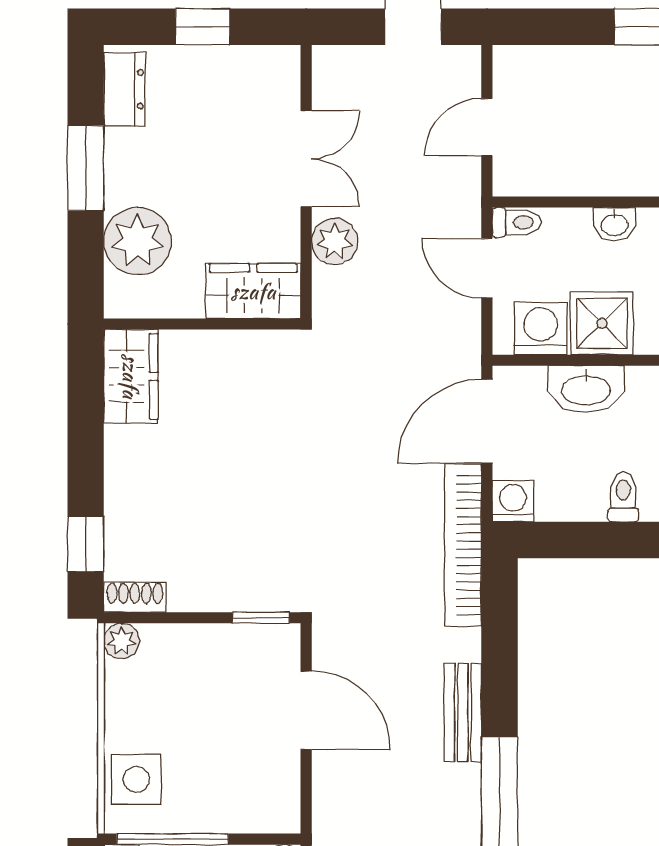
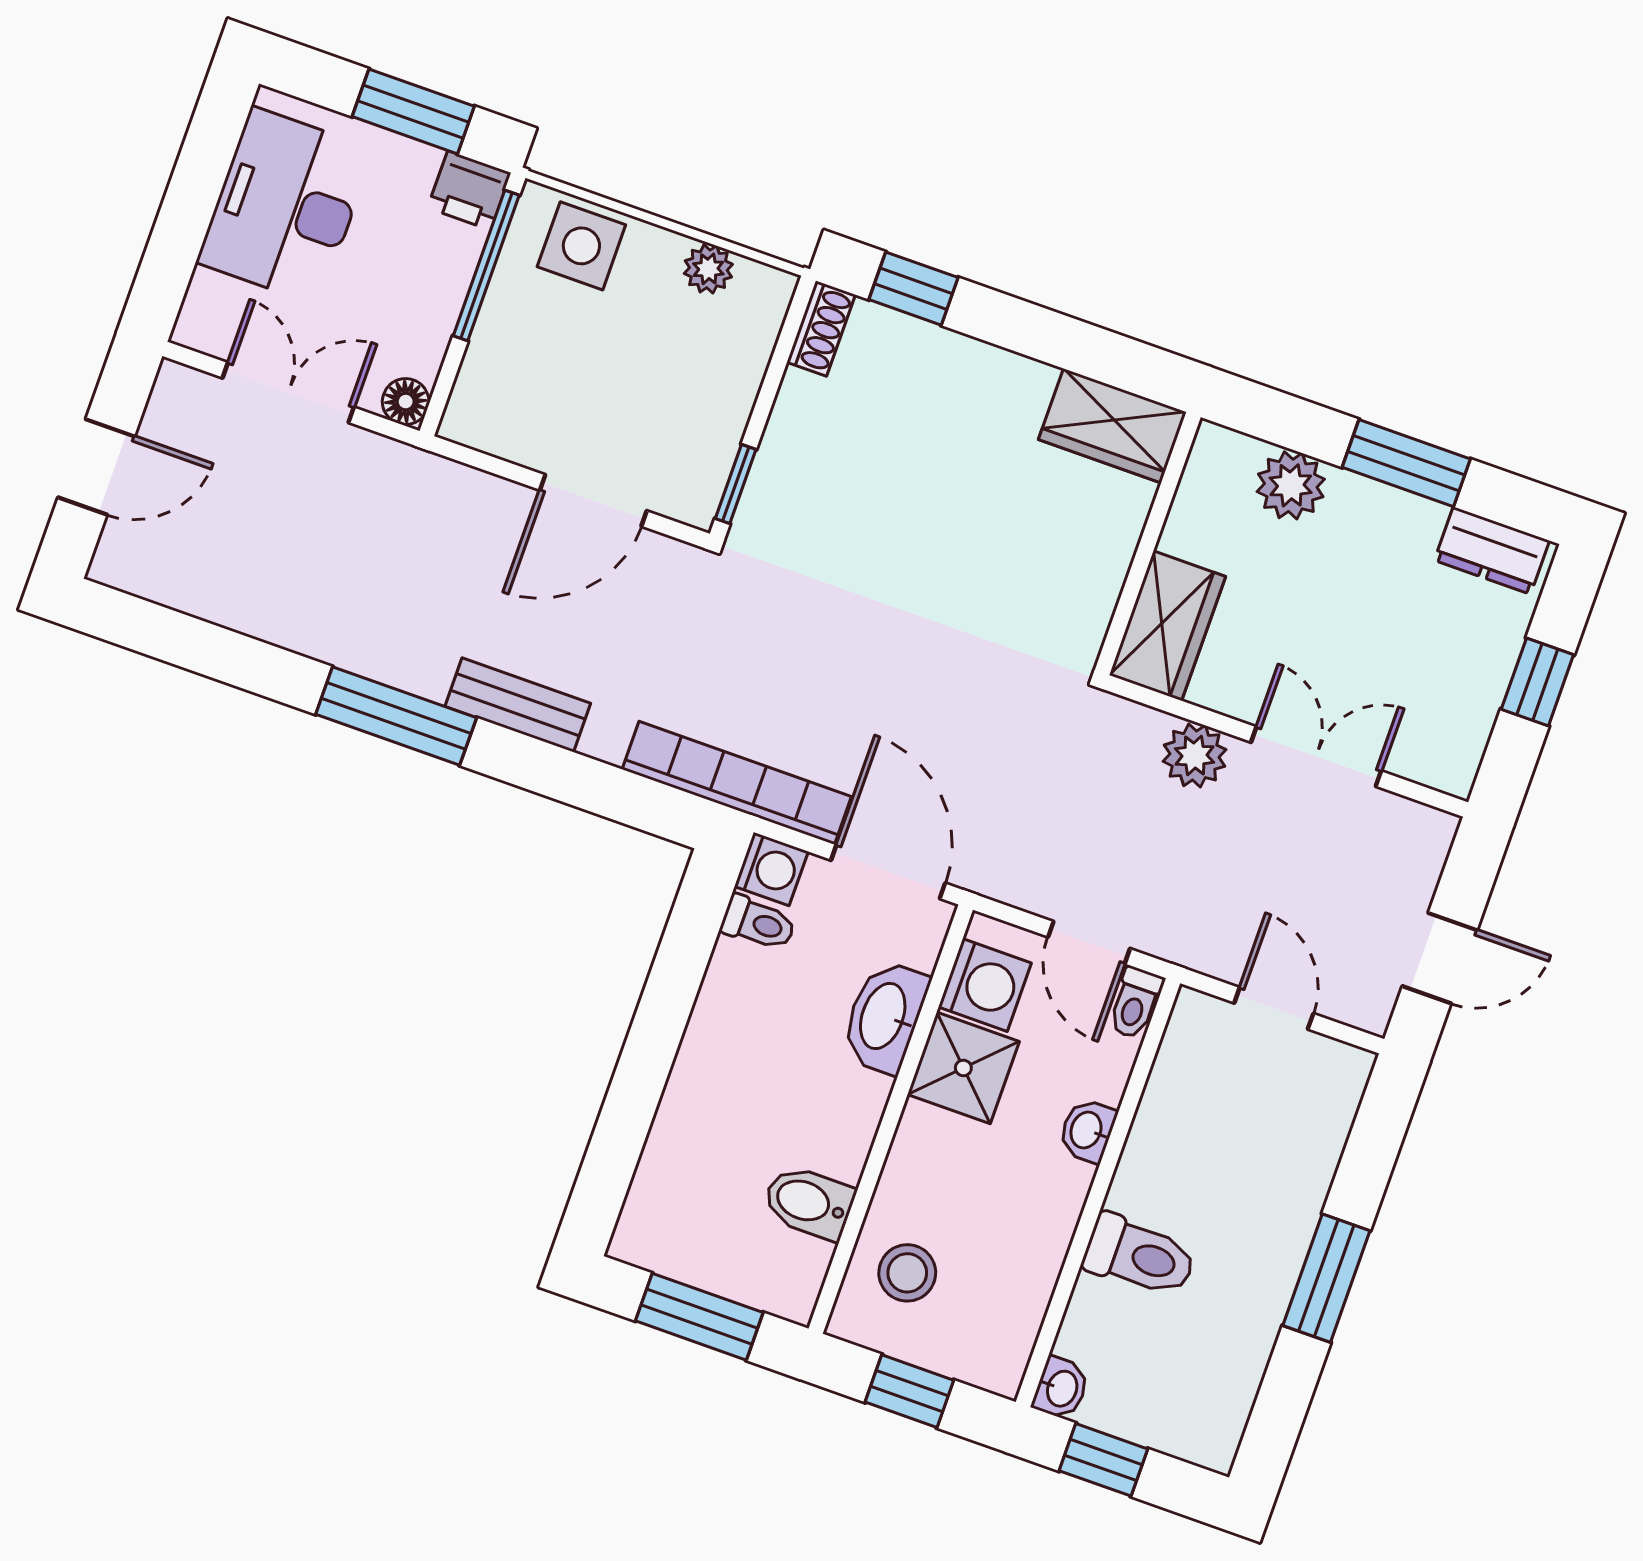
double door: (306, 159) -> (1316, 757), swing flipped
plant: (137, 241) -> (1291, 485), width x0.73, depth x0.73
door: (487, 268) -> (1089, 943), swing flipped
toilet: (623, 497) -> (758, 923), moved
plant: (122, 641) -> (708, 269), moved

